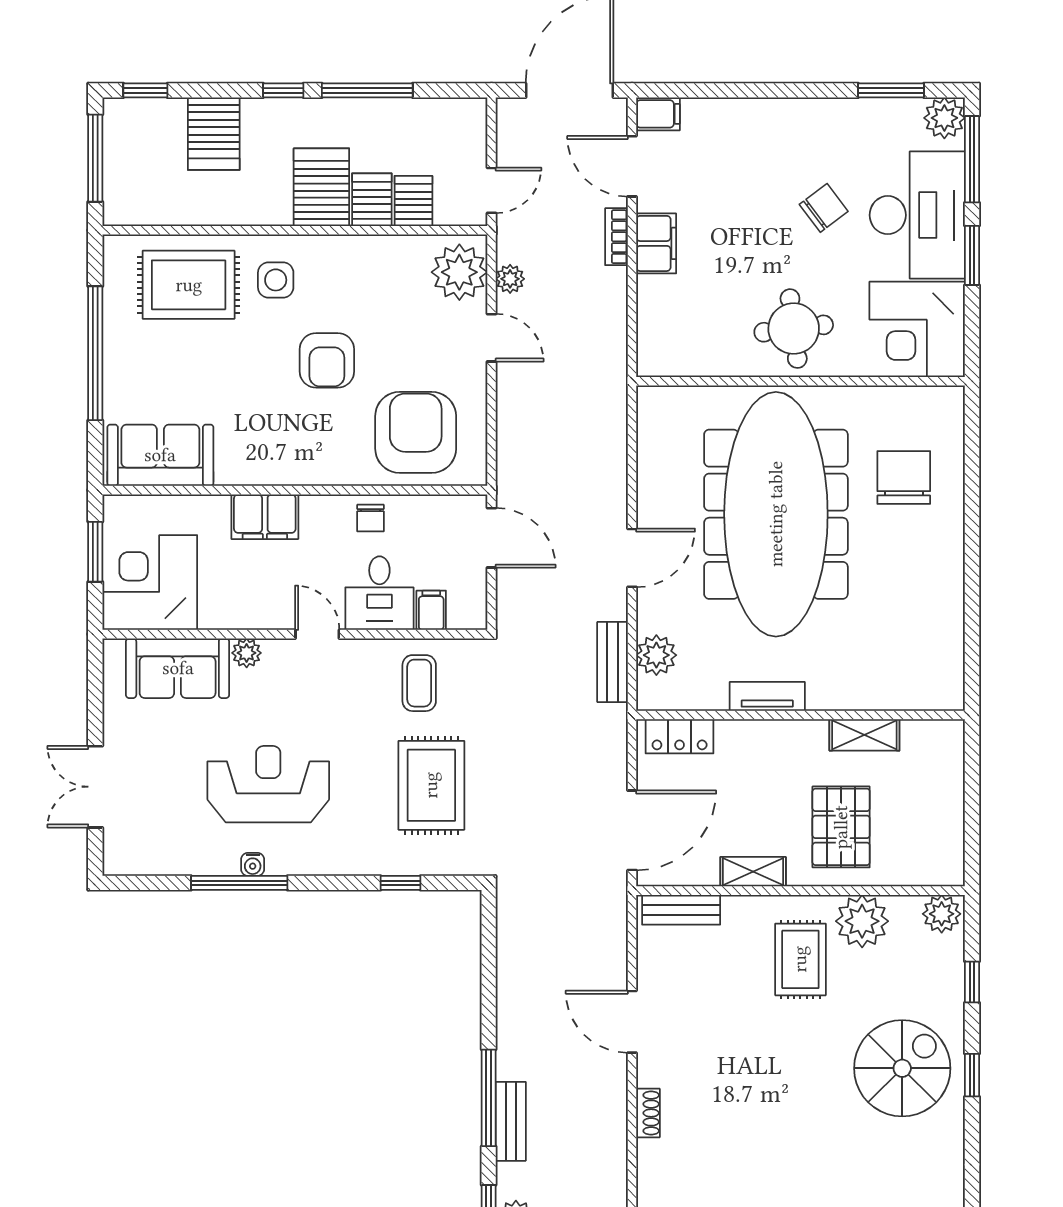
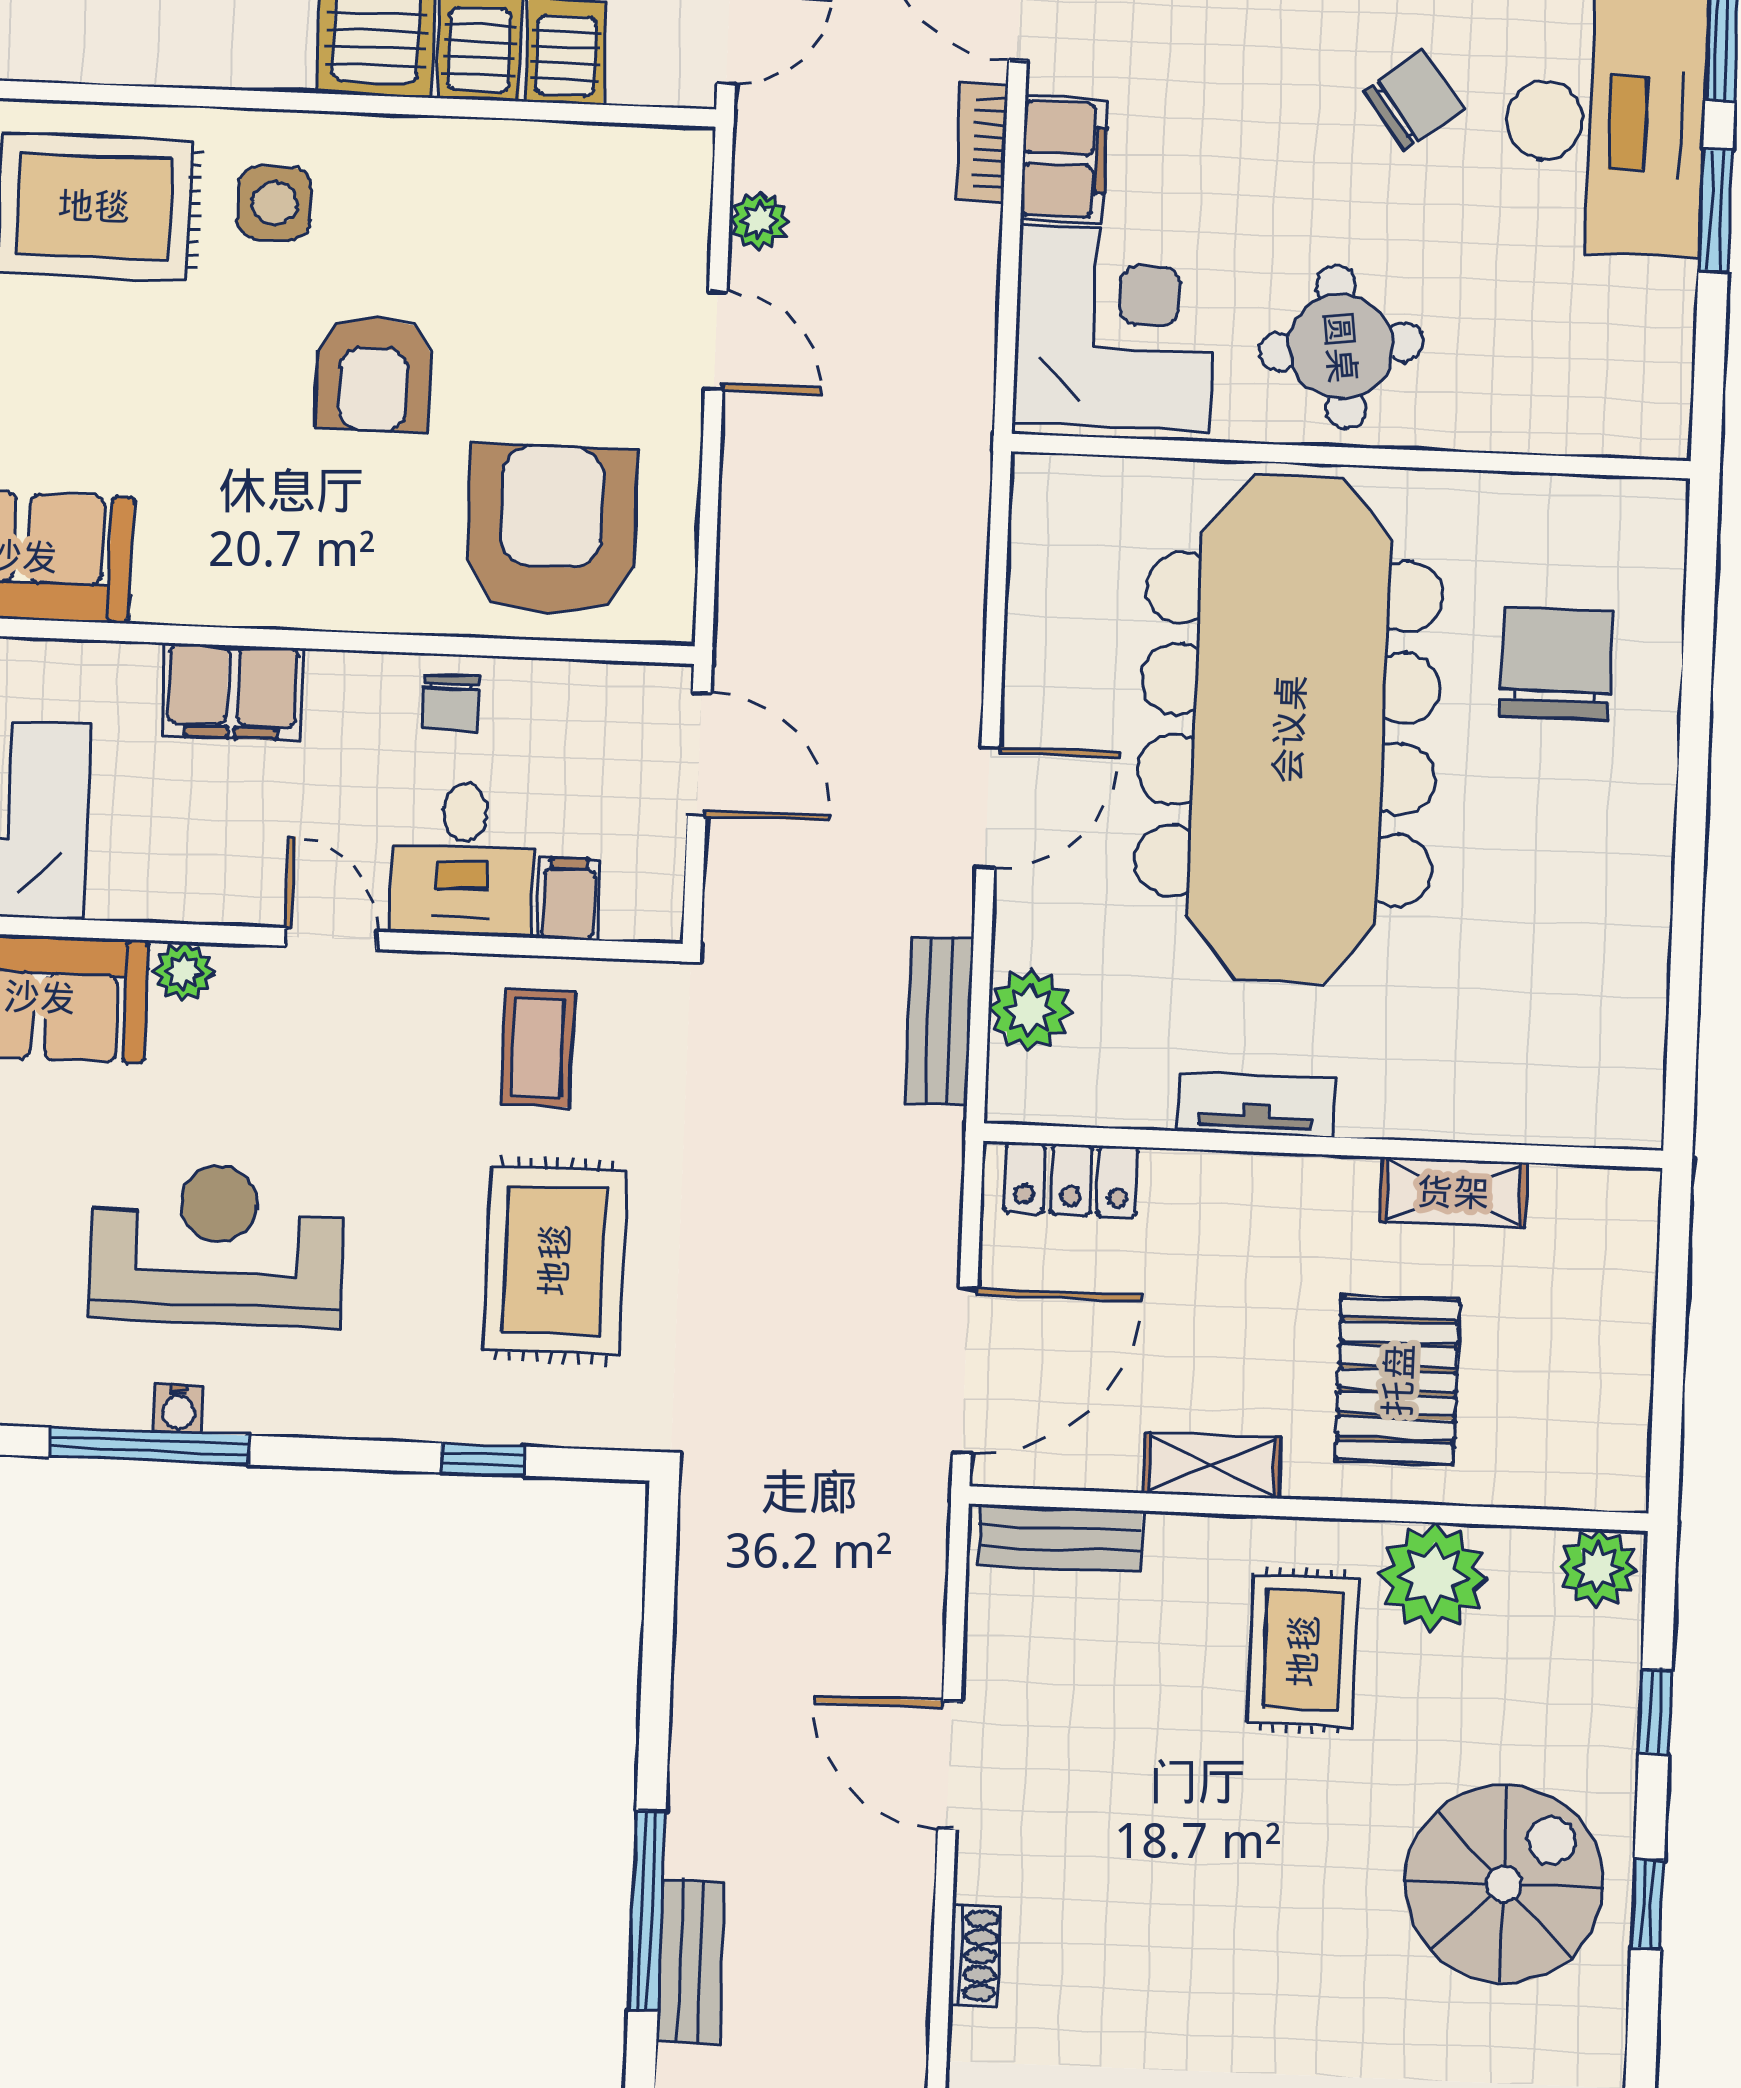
plant: (459, 272) -> (655, 202), removed
corner desk: (917, 329) -> (1115, 328), moved, turned 180

